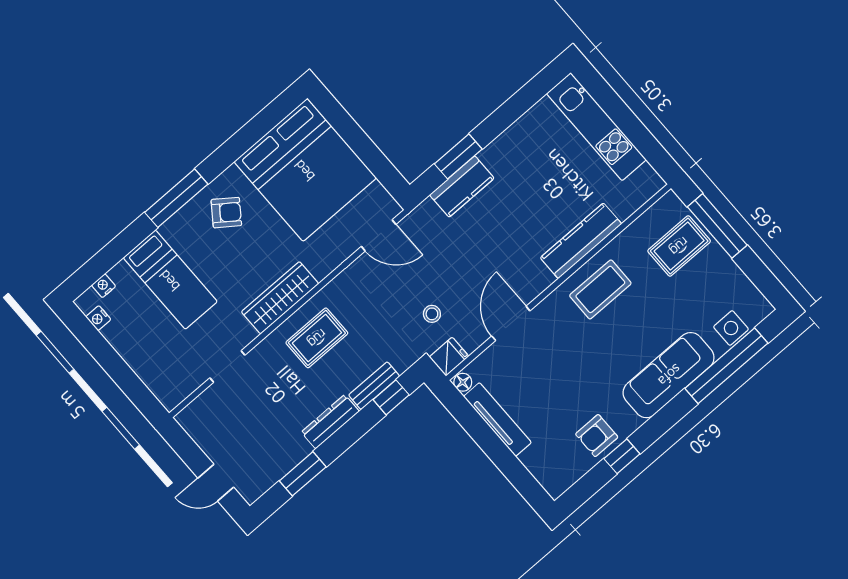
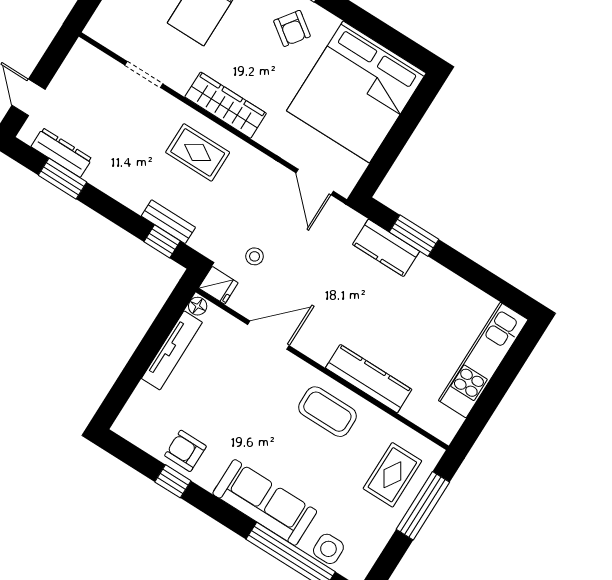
rug: (679, 246) -> (392, 475), turned 90
dresser: (330, 422) -> (62, 153), moved

